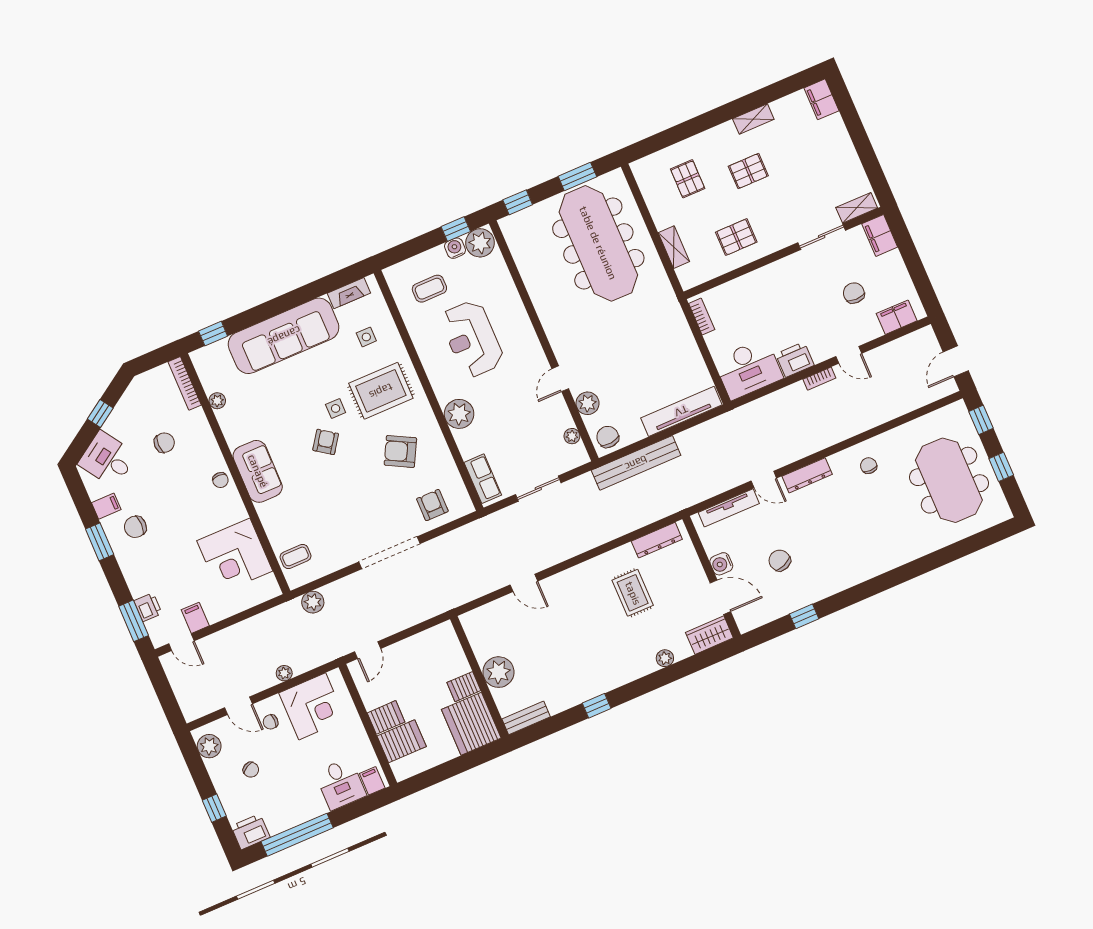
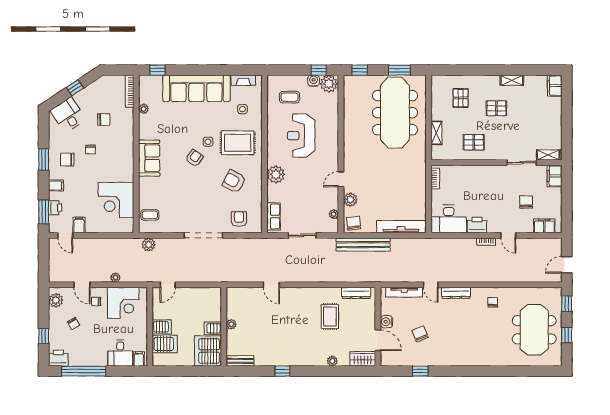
chair: (220, 480) -> (90, 149), moved
filing cabinet: (106, 506) -> (56, 185), moved
plant: (498, 672) -> (231, 324), width x0.53, depth x0.53

